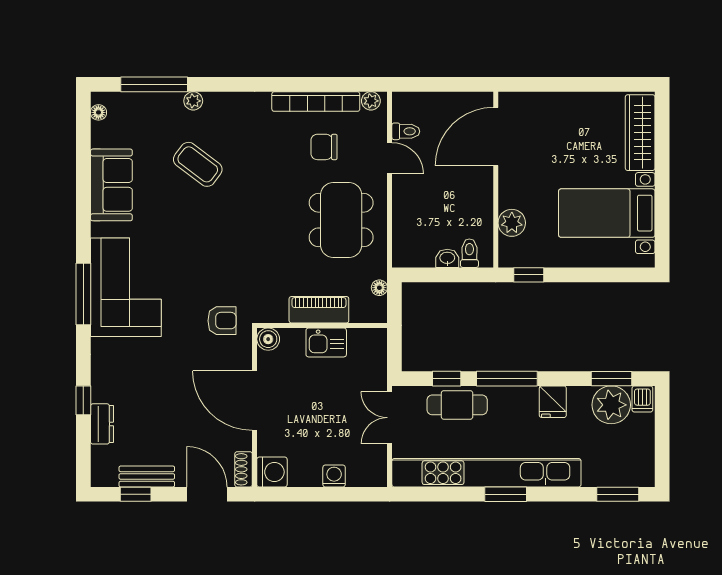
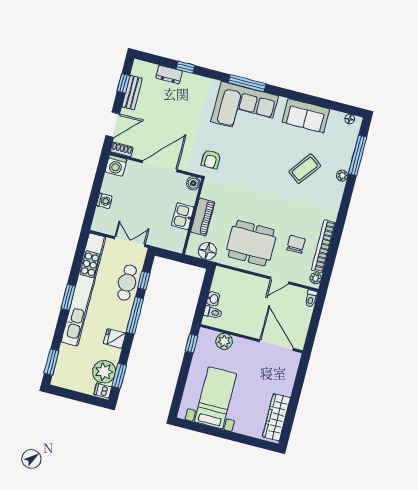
toilet: (406, 131) -> (311, 299), moved
wardrobe: (640, 133) -> (276, 417), moved, turned -90
floor lamp: (379, 288) -> (207, 251), width x1.89, depth x1.89

